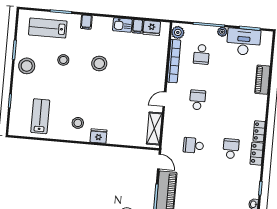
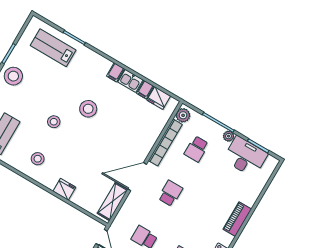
filing cabinet: (86, 22) -> (115, 72), moved
stool: (63, 60) -> (54, 122), moved
piano: (262, 80) -> (237, 219), moved
door: (164, 99) -> (137, 177), width x1.88
fridge: (99, 136) -> (64, 189), moved

